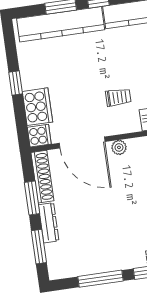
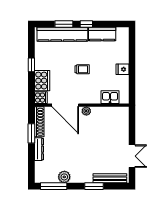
trolley: (118, 97) -> (82, 69), moved
window: (39, 247) -> (31, 162), removed
plant: (98, 263) -> (64, 177), added
window: (101, 279) -> (54, 186), moved

